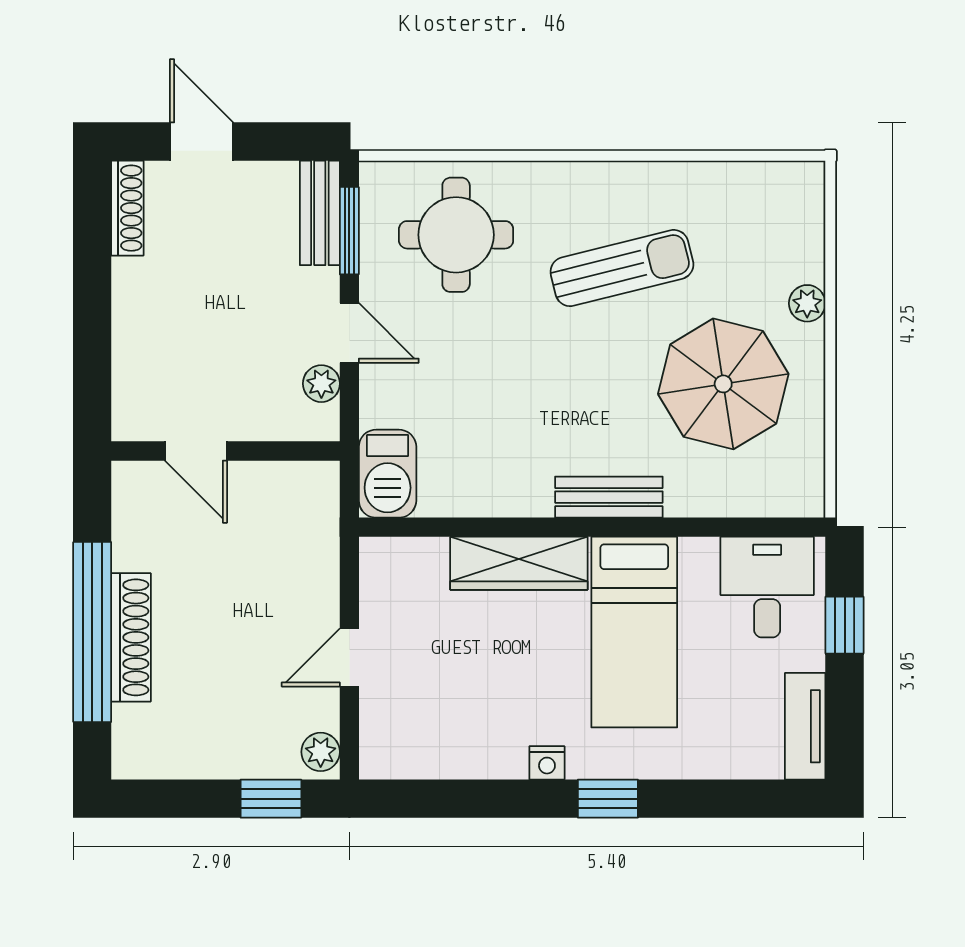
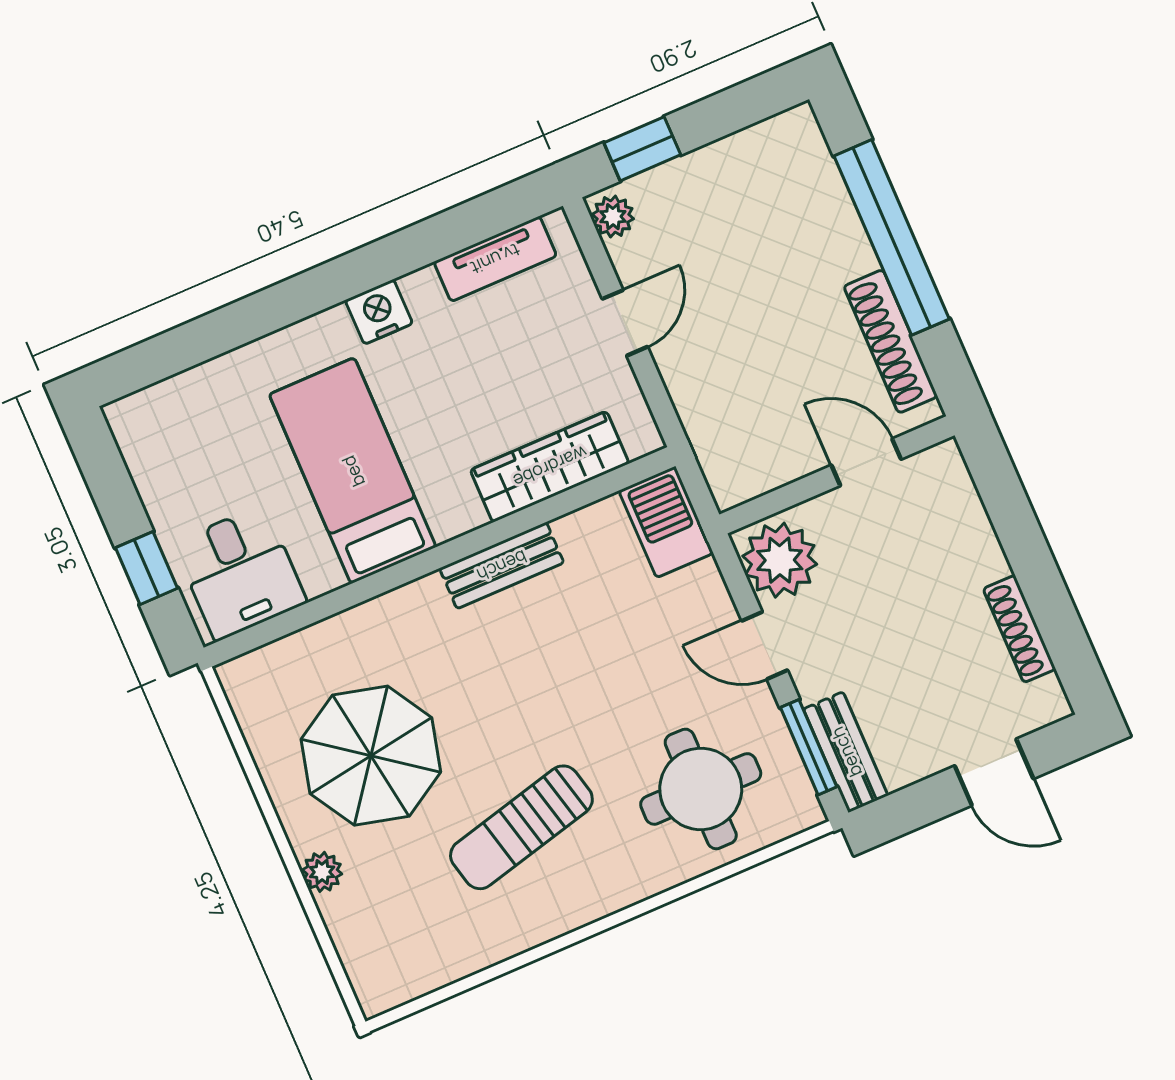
shoe rack: (127, 208) -> (1019, 629), moved
plant: (321, 384) -> (780, 560), width x1.88, depth x1.88
bench: (609, 497) -> (502, 566), moved
wardrobe: (519, 563) -> (550, 467), moved
shoe rack: (131, 637) -> (891, 341), moved
tv unit: (805, 726) -> (495, 259), moved, turned 90
nightstand: (547, 763) -> (379, 312), width x1.39, depth x1.35
window: (608, 799) -> (307, 294), removed

